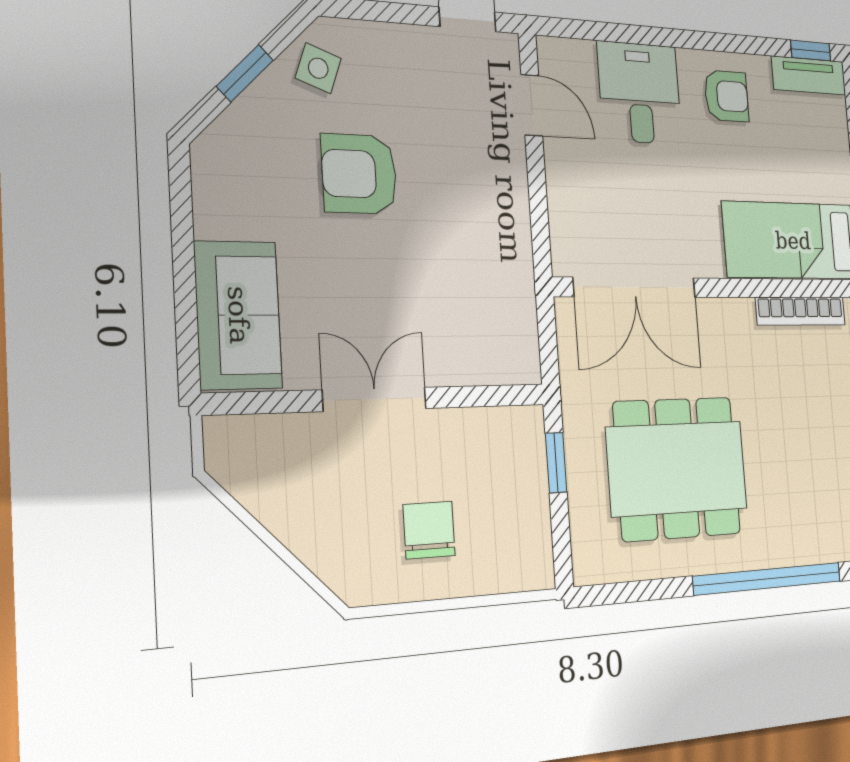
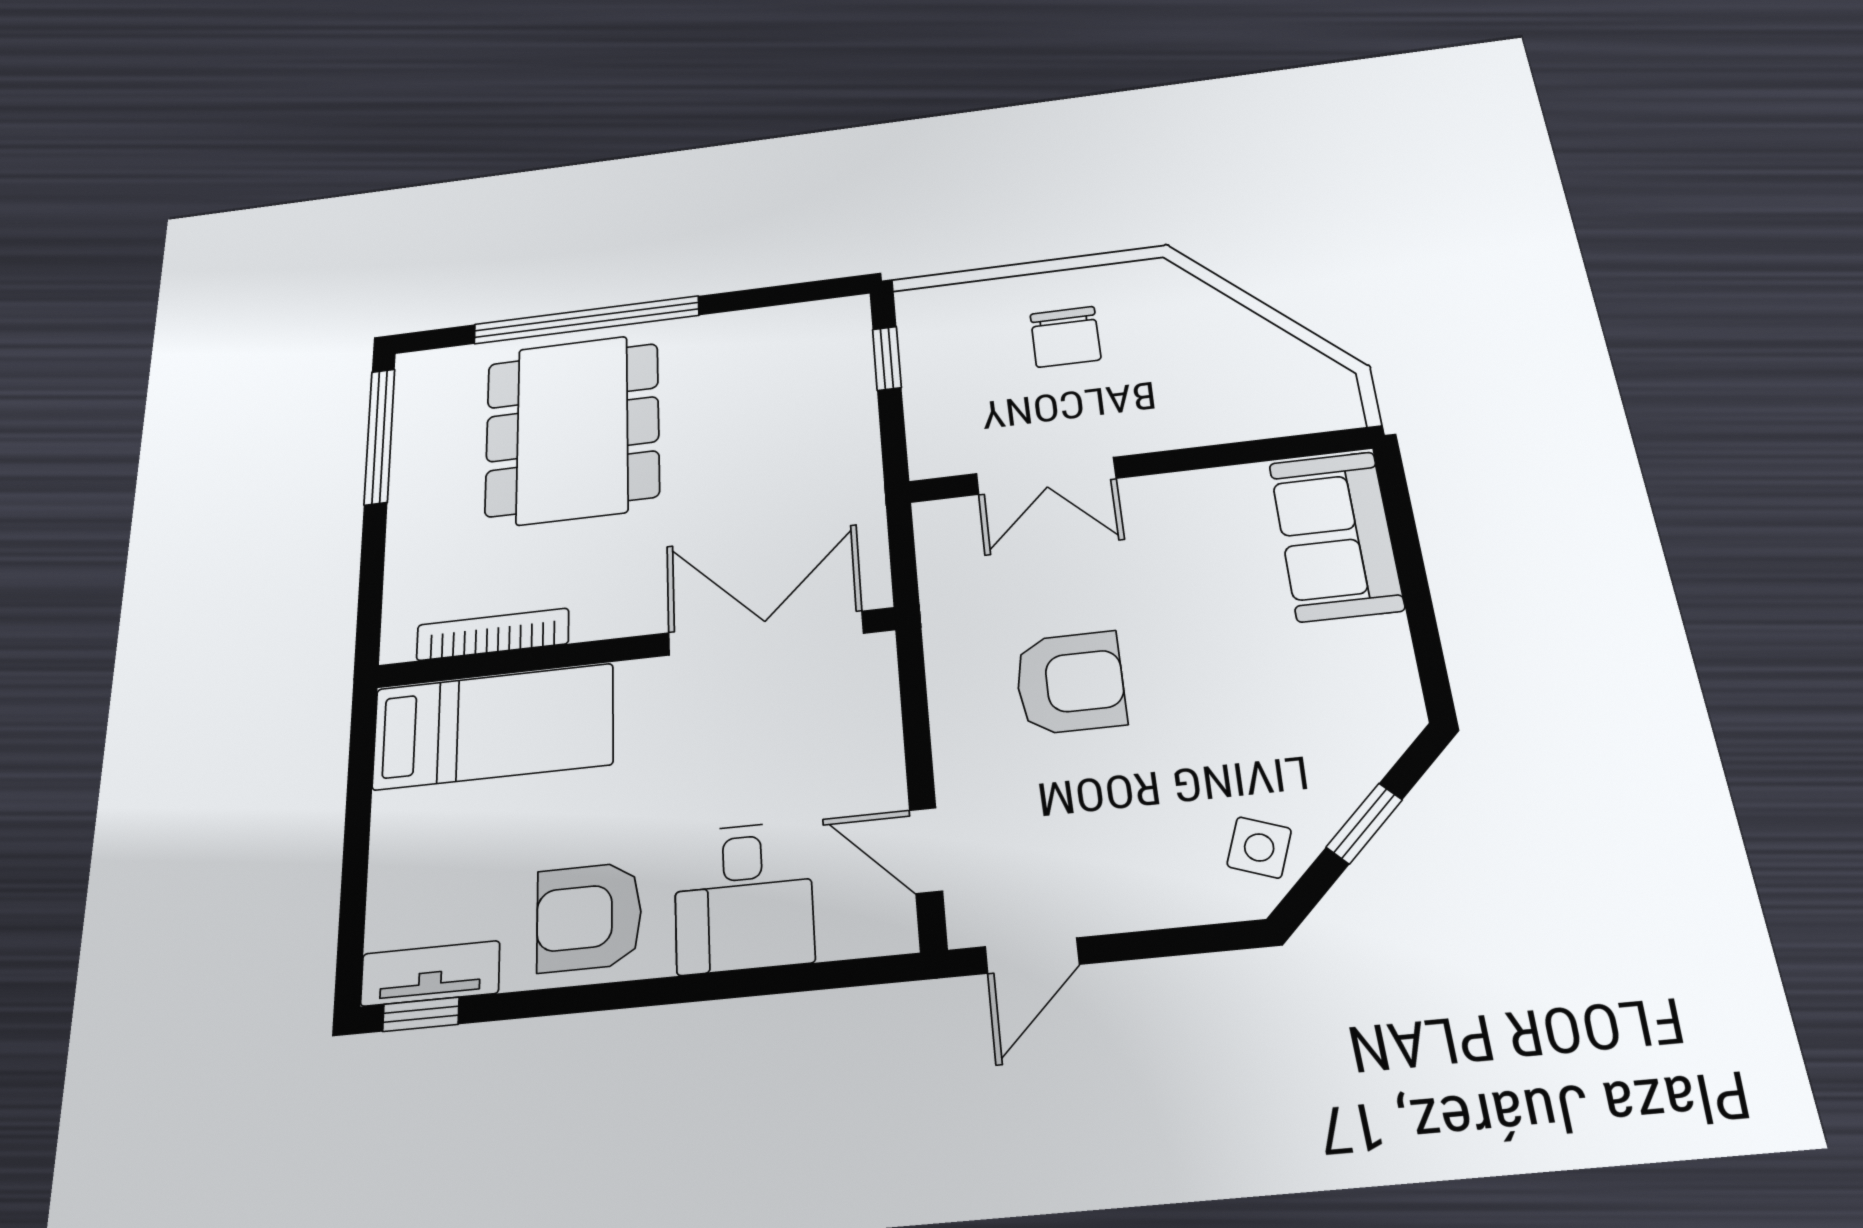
armchair: (727, 96) -> (589, 917), width x1.38, depth x1.38
armchair: (359, 174) -> (1070, 683), moved
double door: (375, 399) -> (1046, 476), moved
window: (556, 463) -> (887, 358), moved
dining table: (677, 468) -> (572, 429), moved, turned 90

